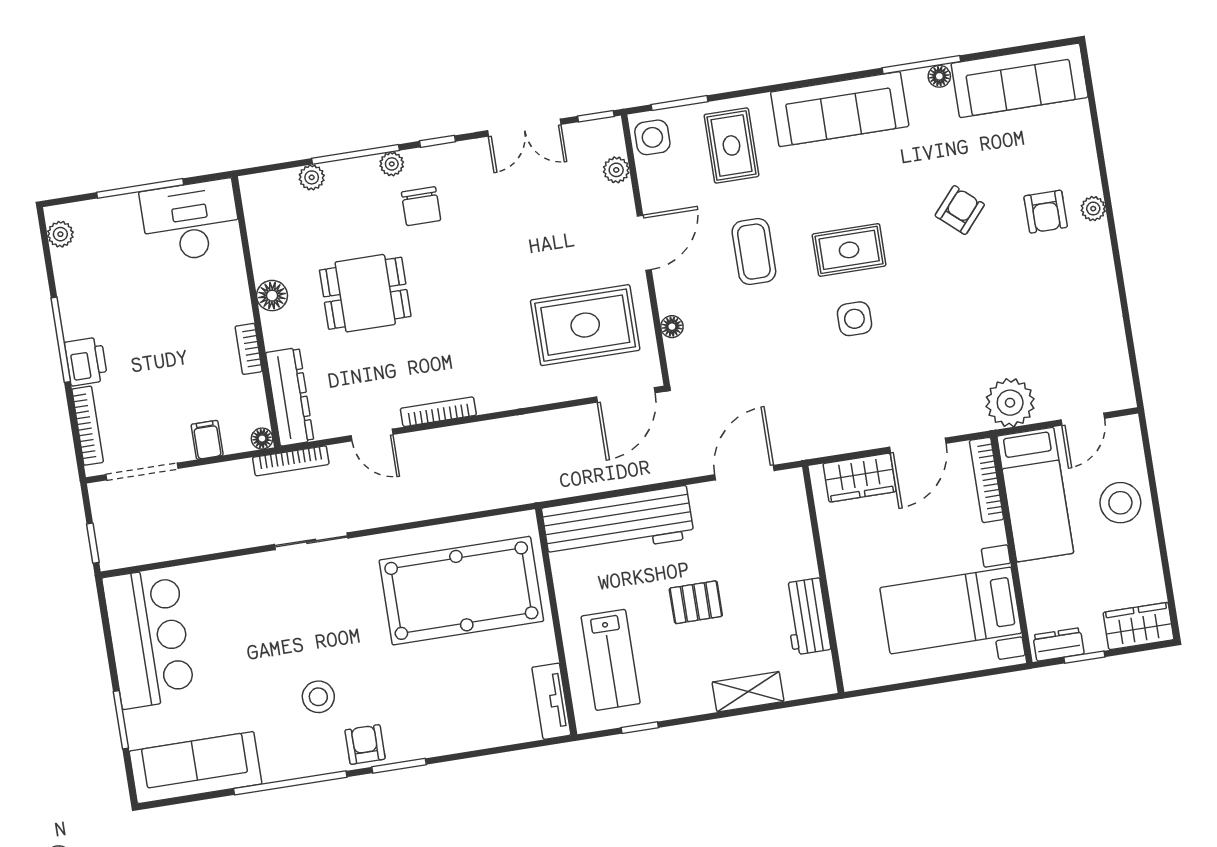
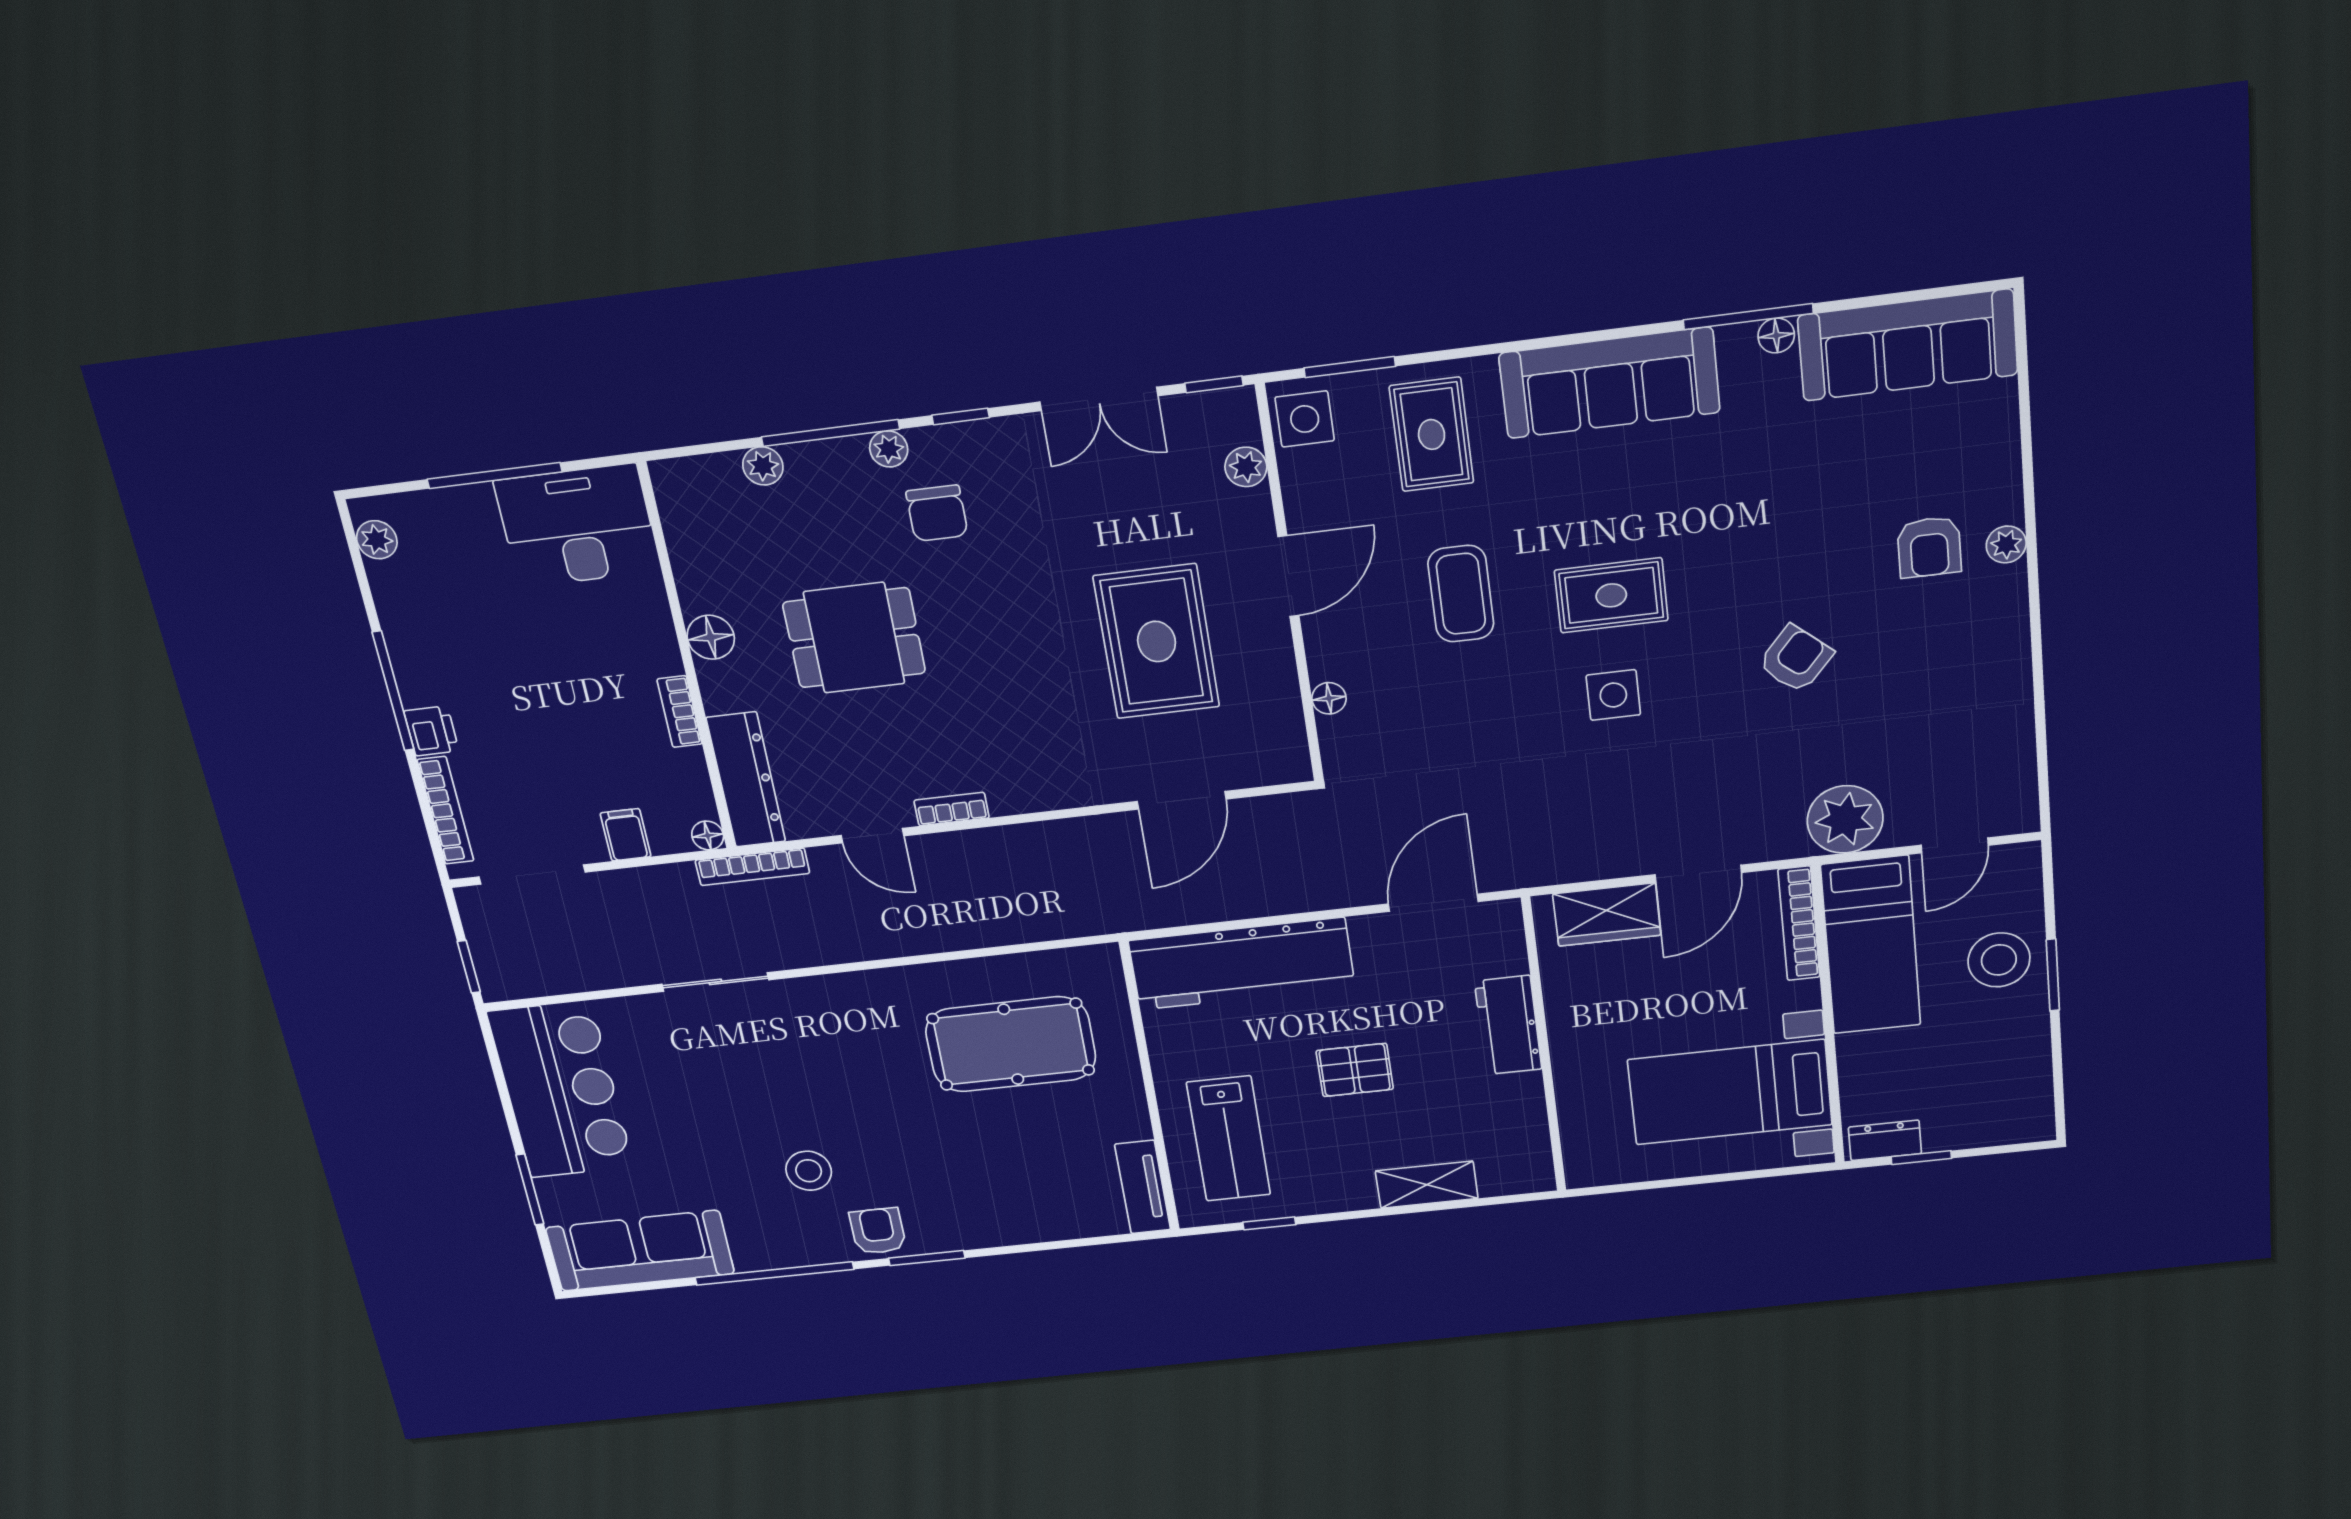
armchair: (960, 210) -> (1796, 659), moved
rug: (585, 325) -> (1157, 642), moved, turned 90
printer: (86, 361) -> (431, 731), width x0.73, depth x0.81
door: (626, 395) -> (1182, 800), moved
bookcase: (438, 412) -> (952, 809), width x0.64
window: (1157, 513) -> (2053, 975), added
sliding door: (311, 541) -> (715, 982), moved
pool table: (461, 591) -> (1011, 1044), width x0.73, depth x0.76
workbench: (807, 616) -> (1508, 1025), moved
wardrobe: (1139, 626) -> (2006, 1121), removed

